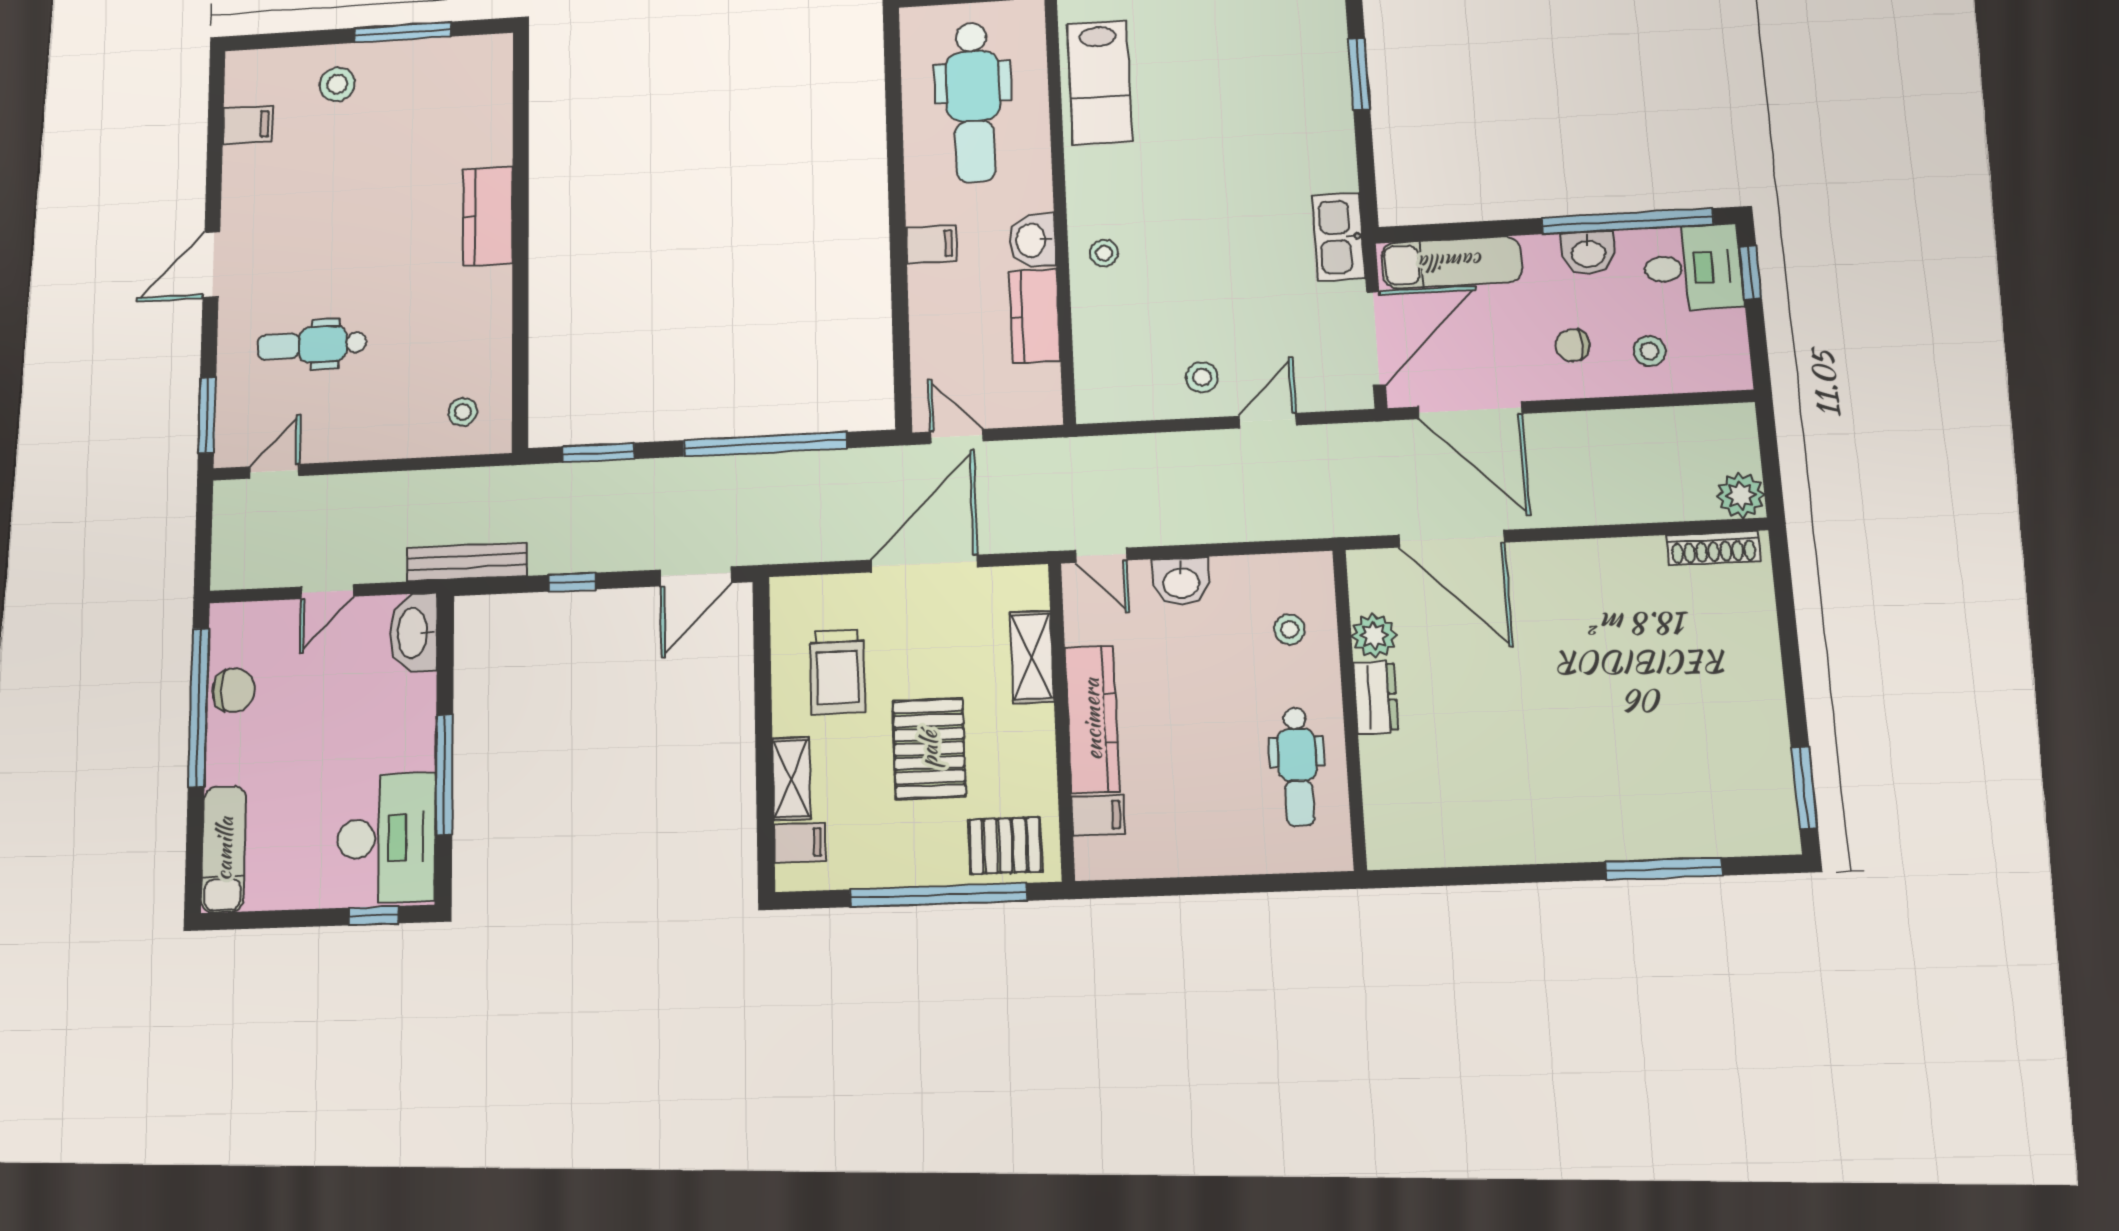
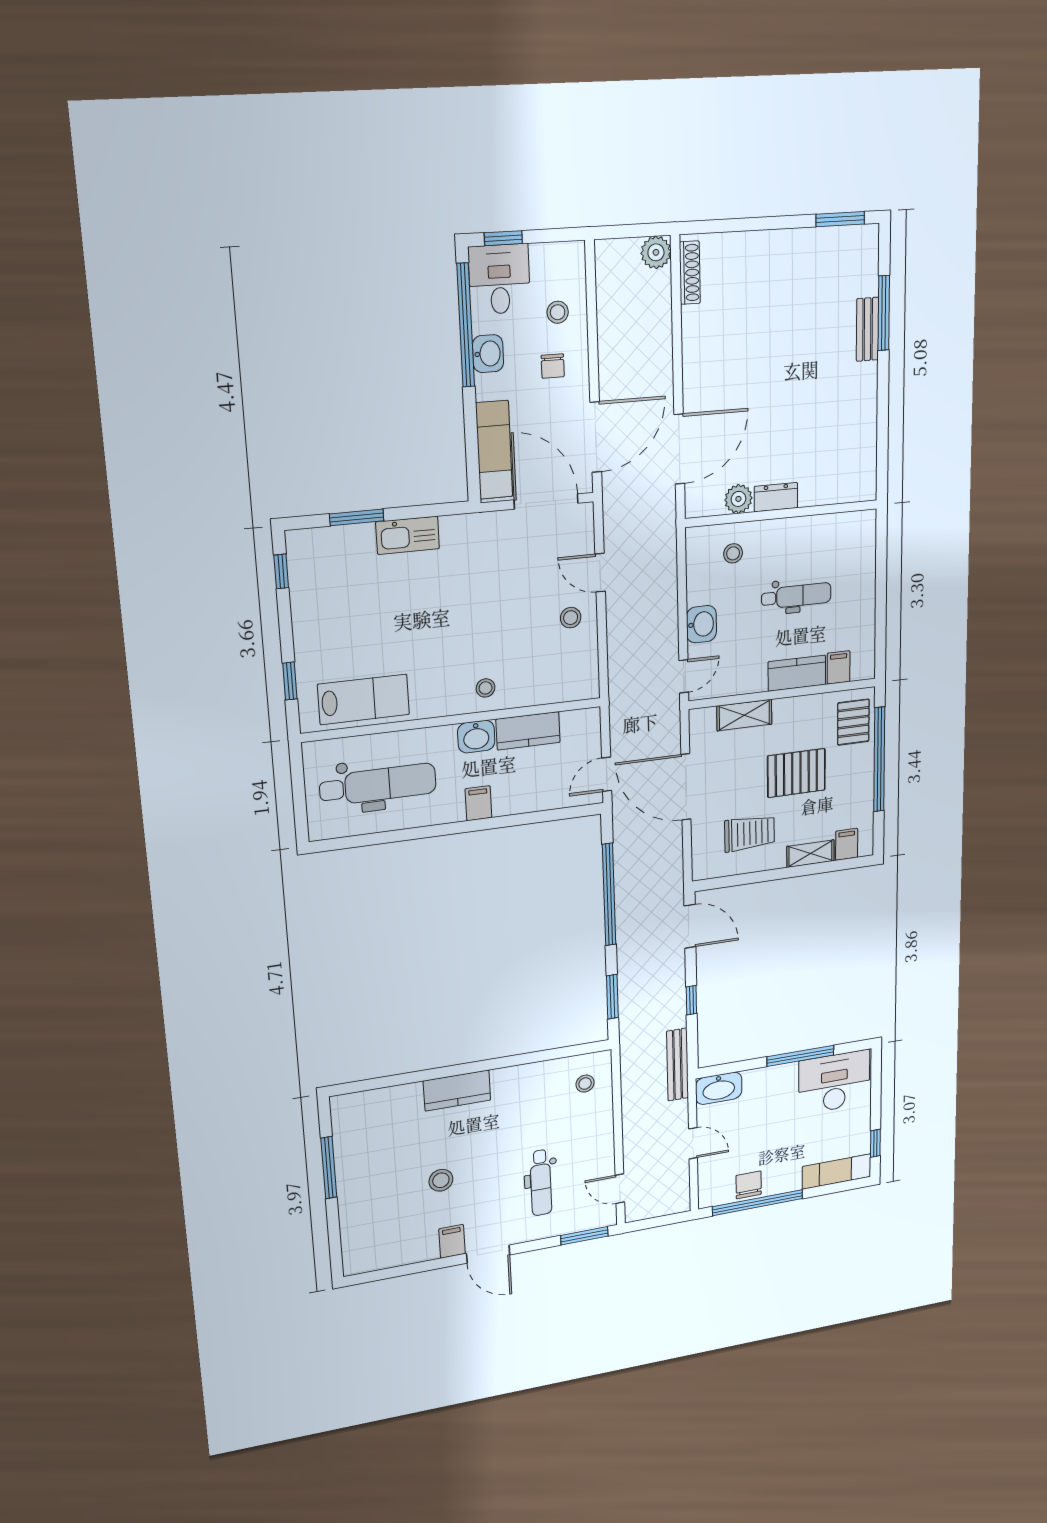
stool: (337, 84) -> (441, 1180), moved
filing cabinet: (248, 125) -> (452, 1241), moved
kitchen sink: (1339, 237) -> (408, 535), moved
kitchen counter: (1092, 719) -> (797, 673), width x0.67
dental chair: (1298, 767) -> (796, 596), moved
bench: (1638, 842) -> (868, 329), added
window: (374, 916) -> (875, 1143), moved

